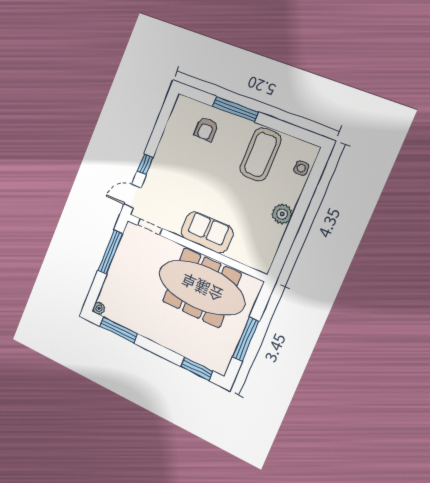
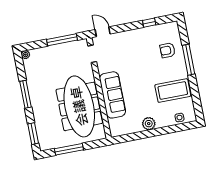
window: (145, 164) -> (149, 23), moved
sofa: (207, 232) -> (112, 95), width x1.36
window: (118, 330) -> (25, 94), moved

